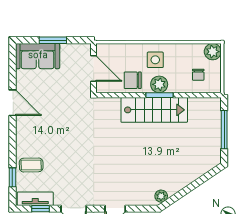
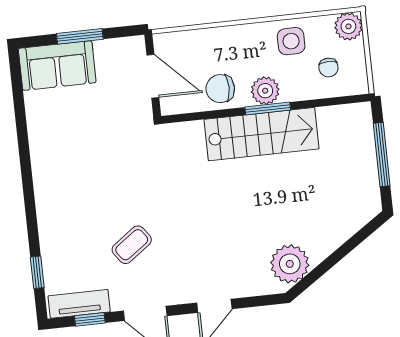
side table: (155, 60) -> (291, 41), moved
door: (12, 103) -> (24, 148), removed
coffee table: (31, 165) -> (132, 245), moved, turned -35
plant: (161, 196) -> (290, 264), width x1.88, depth x1.88

